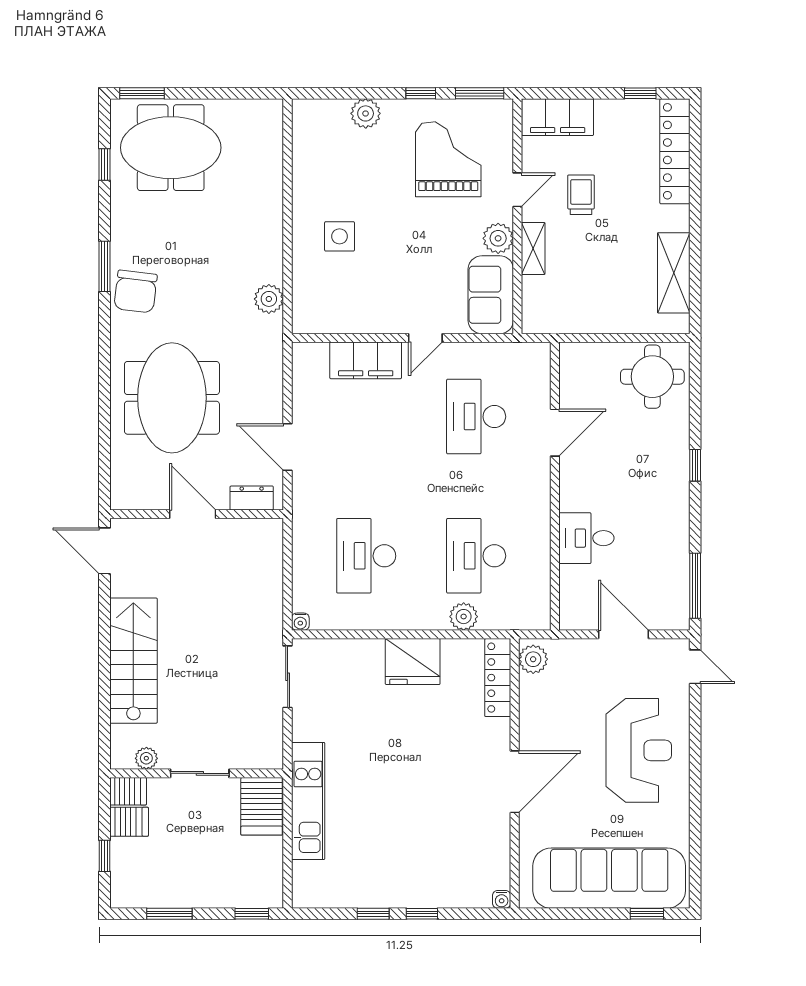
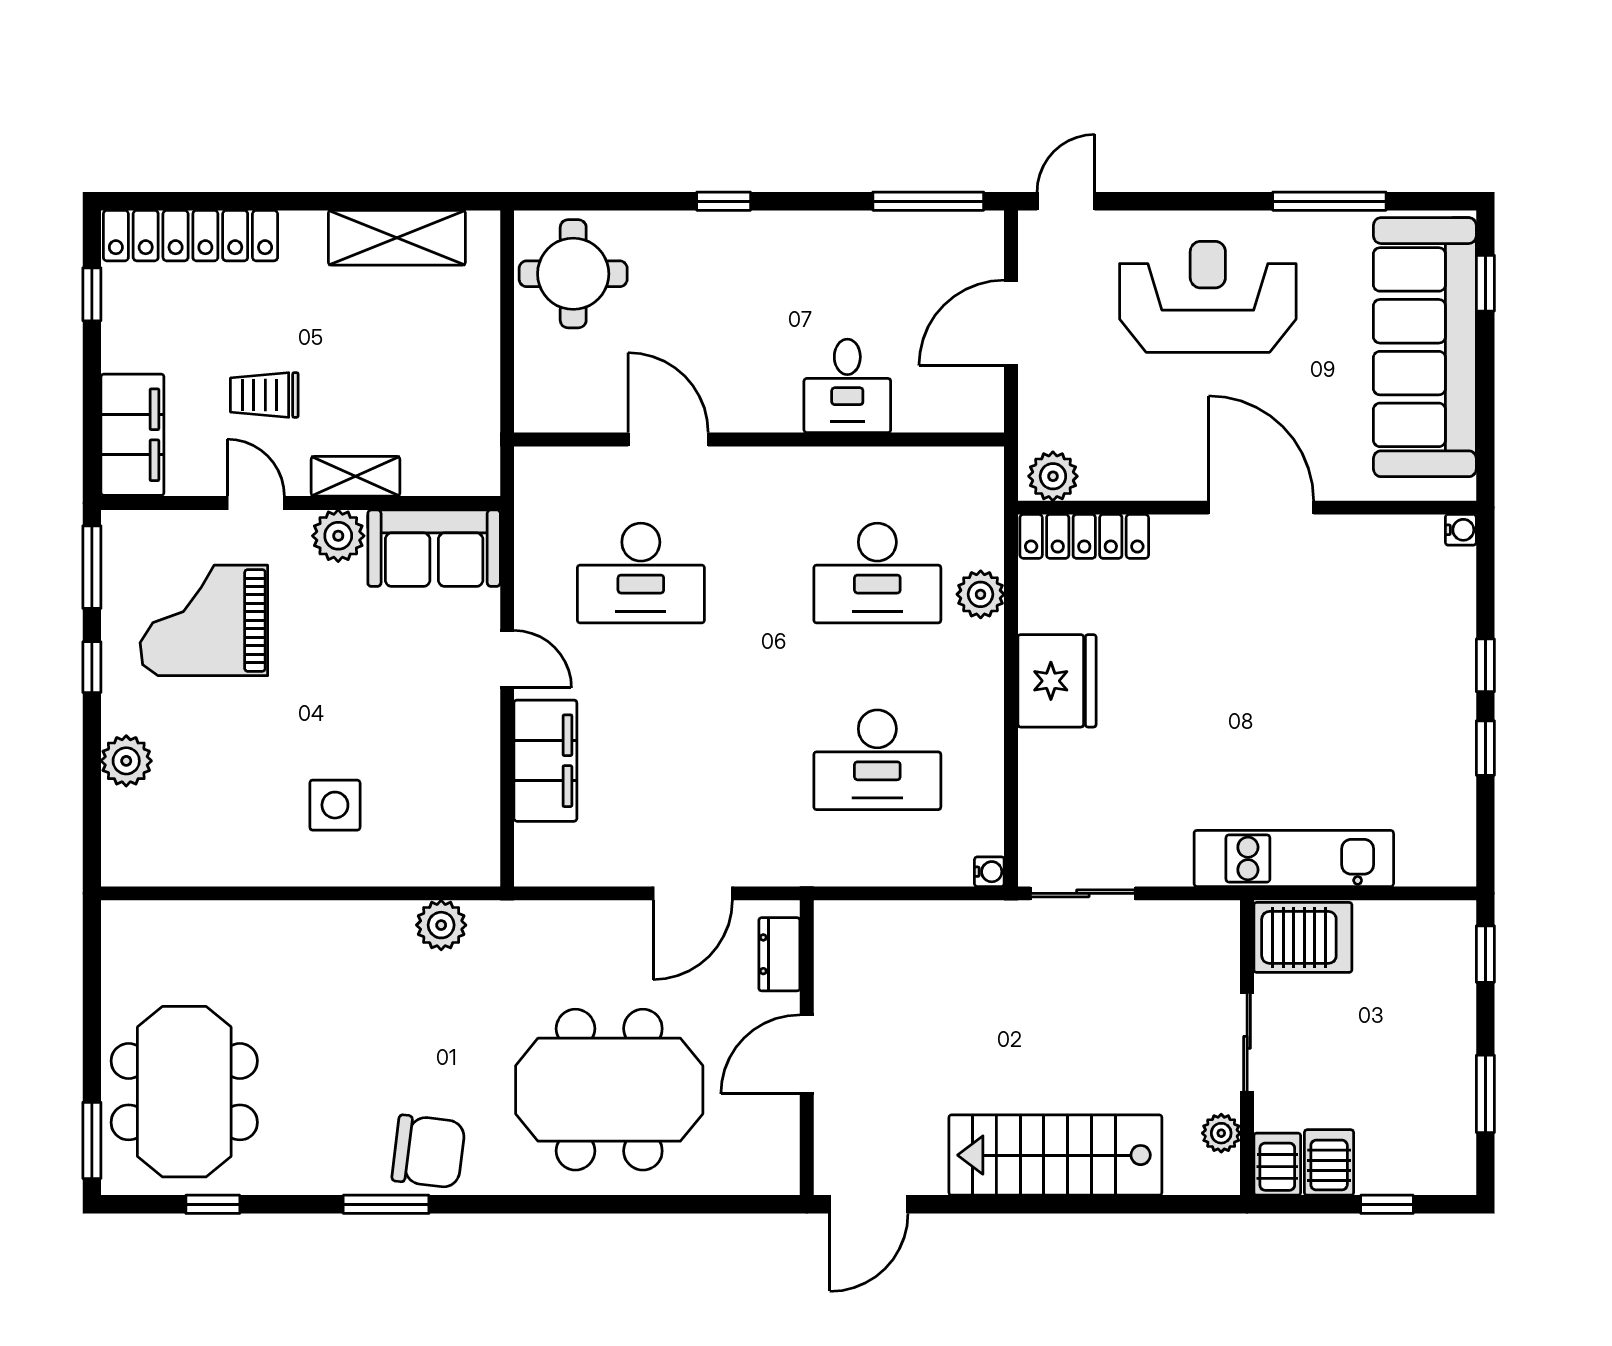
window: (695, 822) -> (1329, 201), added

